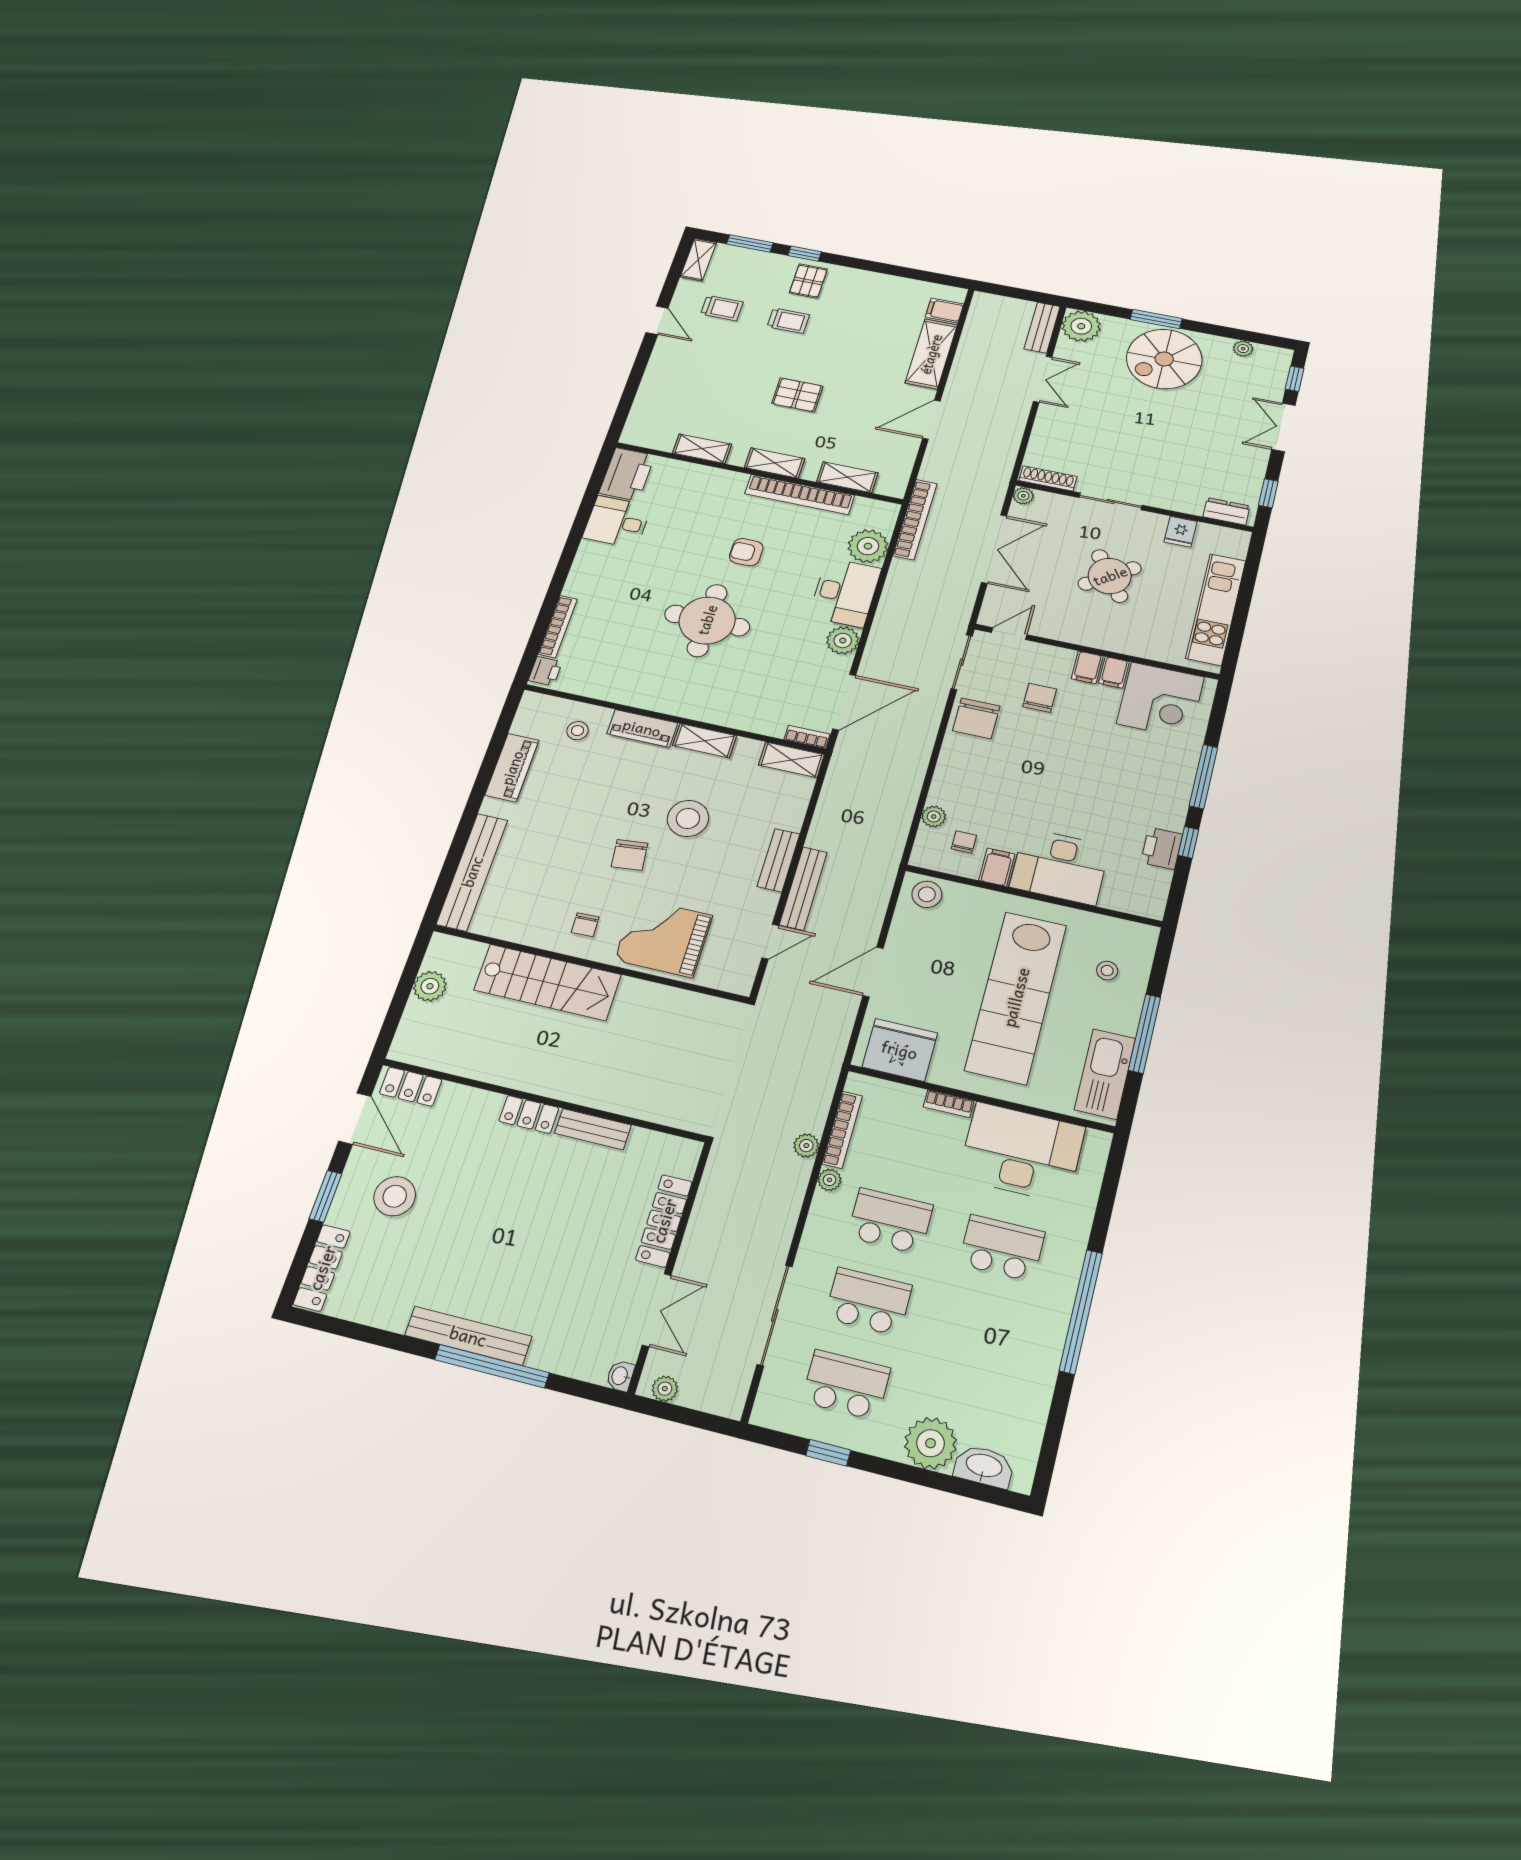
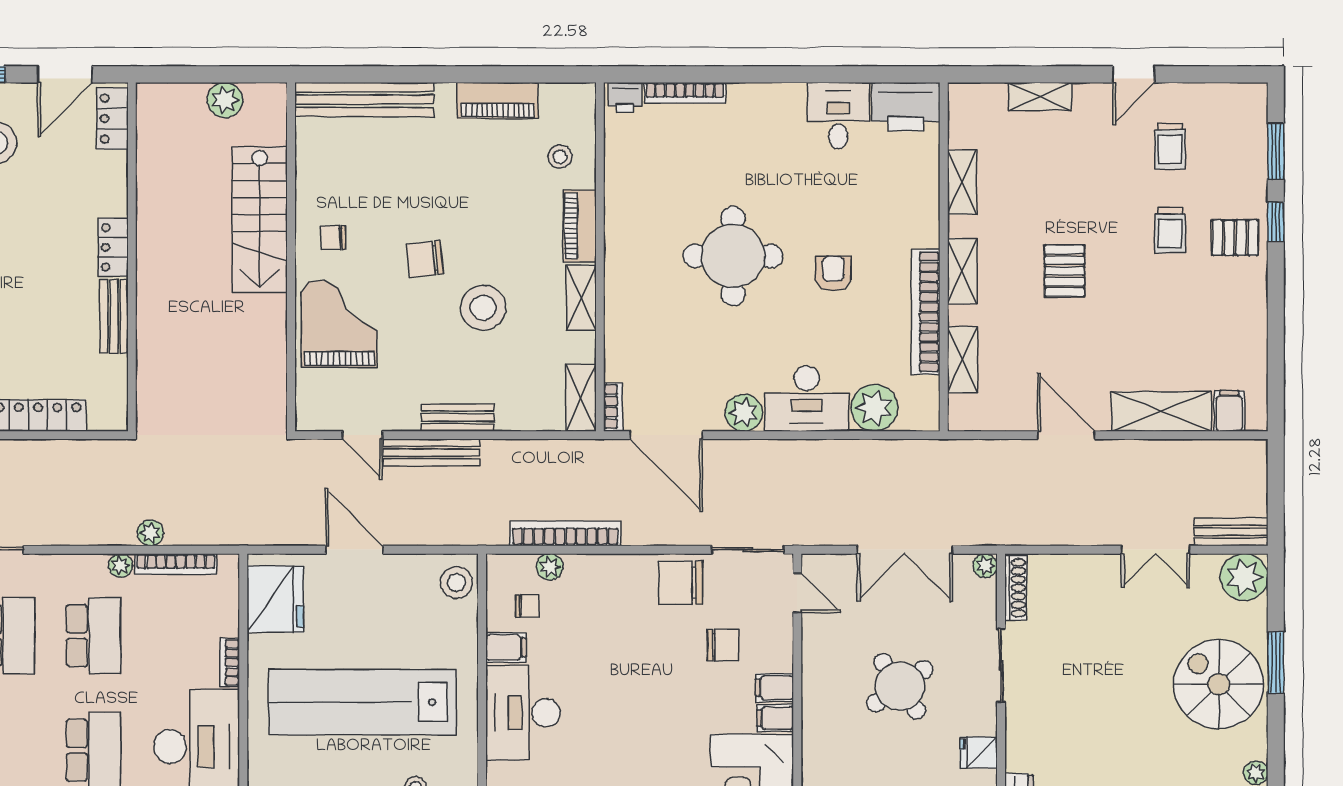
shelving: (698, 260) -> (1040, 97), moved
bookcase: (915, 519) -> (565, 533), moved, turned 180

